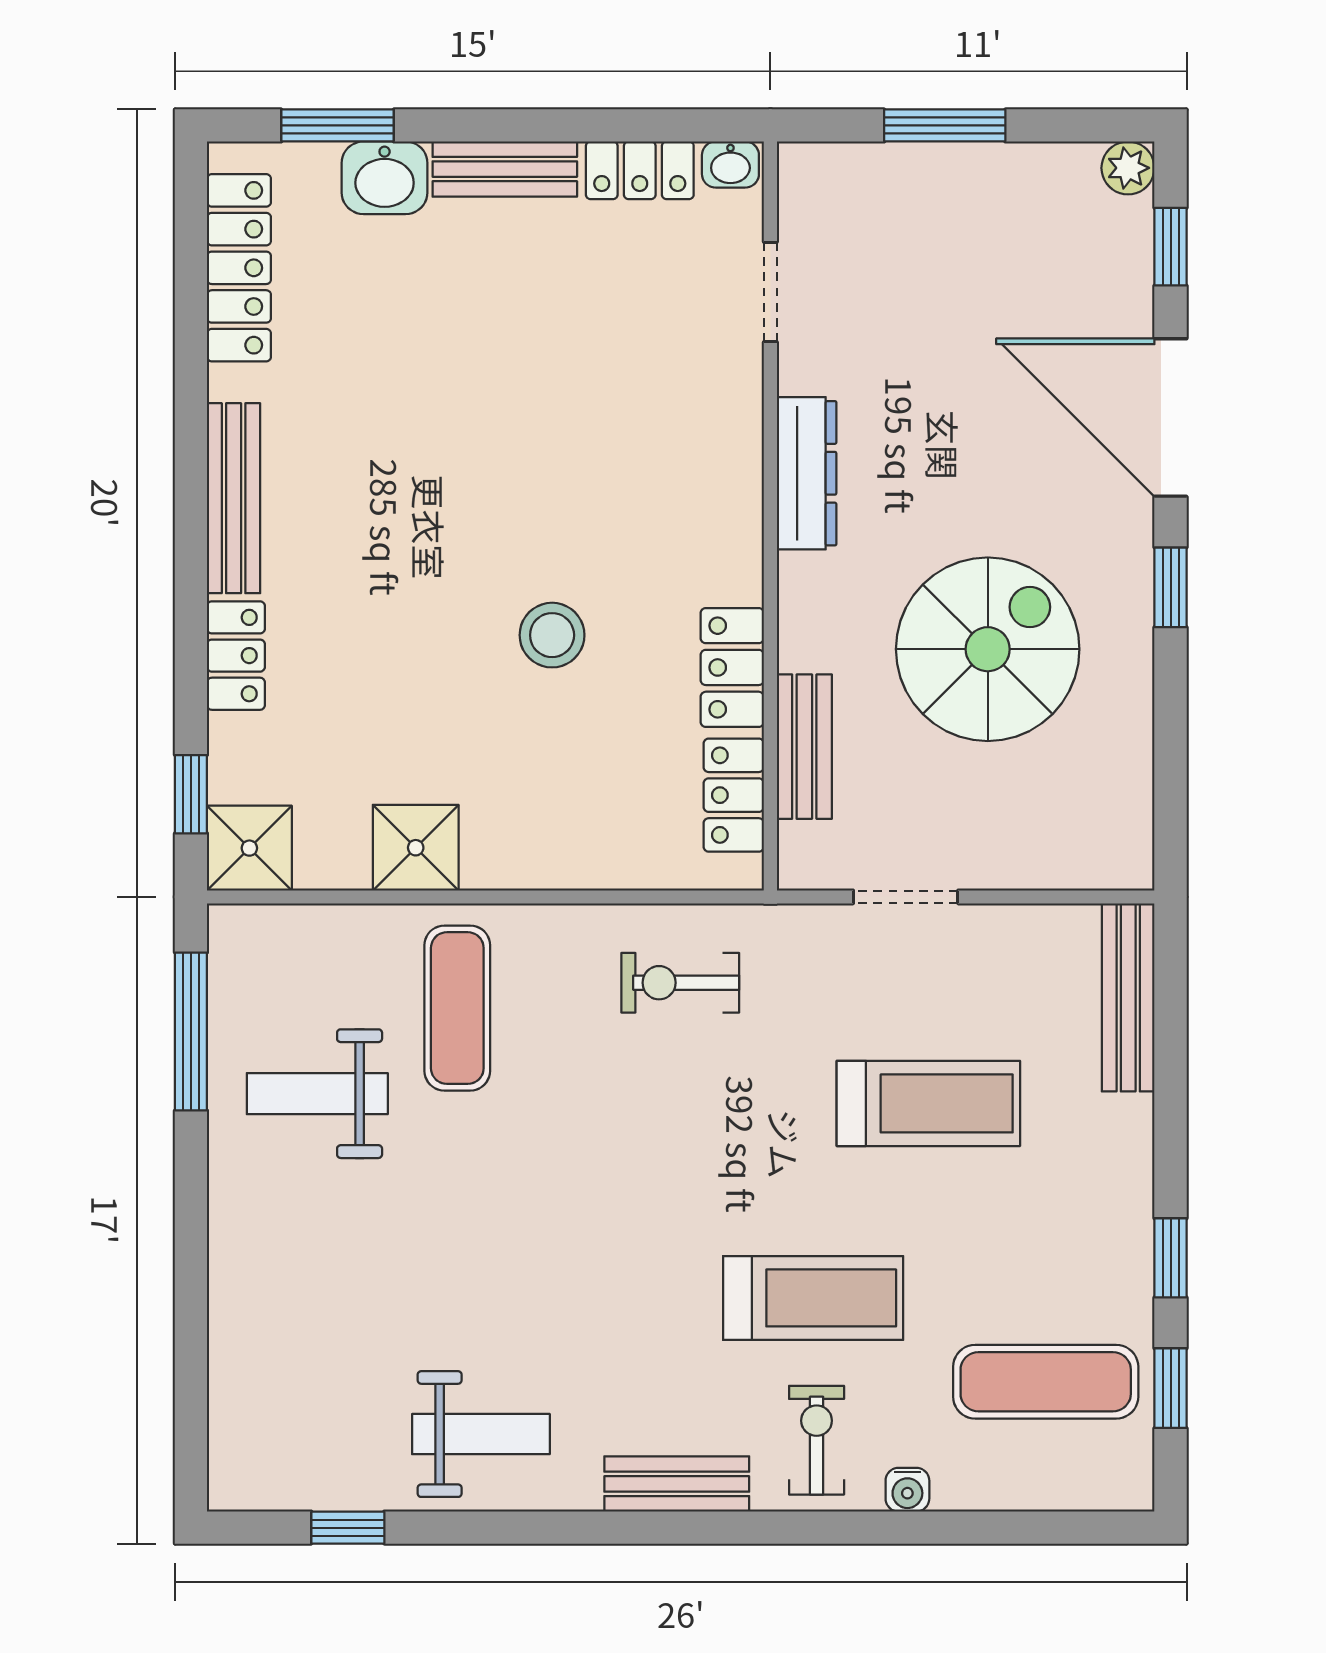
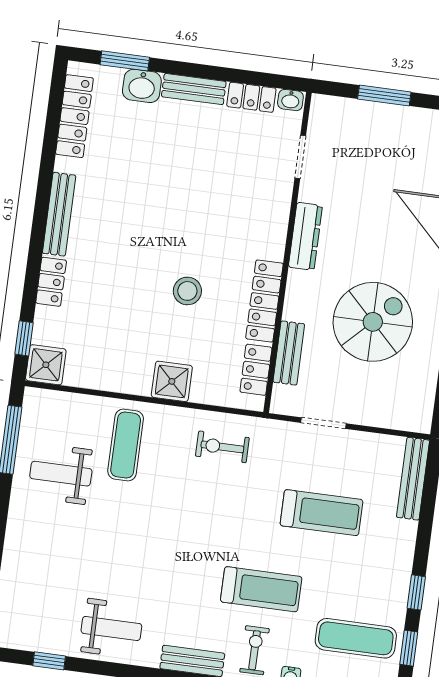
locker: (732, 667) -> (264, 301), width x1.53
shower: (416, 848) -> (172, 381), moved

